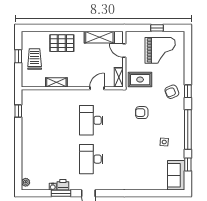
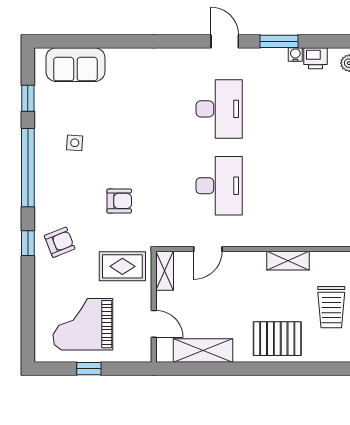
sofa: (176, 175) -> (75, 65), moved, turned 90
printer: (63, 185) -> (315, 58), moved

